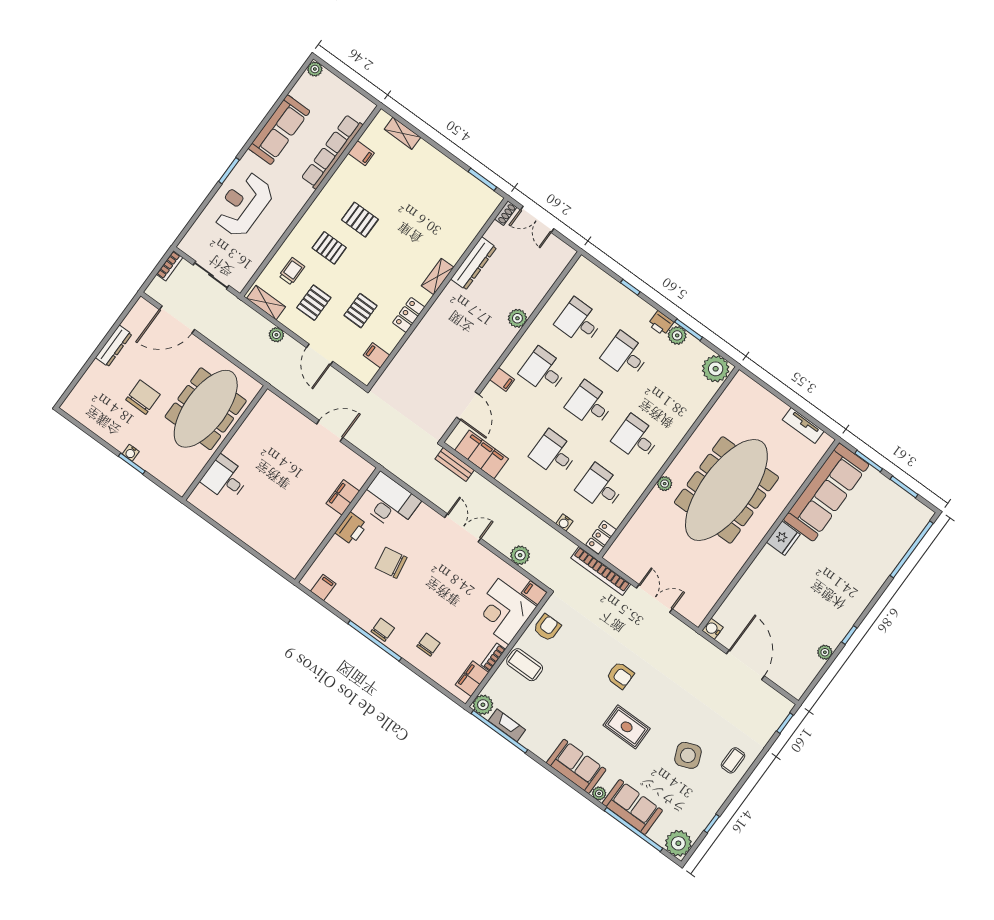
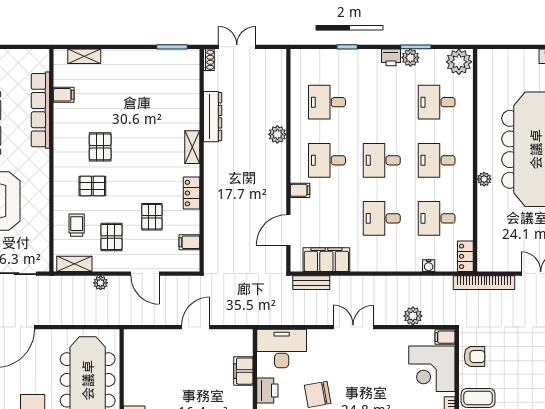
double door: (537, 219) -> (237, 47), swing flipped
pallet: (360, 220) -> (100, 147), turned 90
desk: (625, 355) -> (437, 102), moved
door: (468, 406) -> (288, 230), swing flipped
armchair: (547, 628) -> (475, 357), turned 90

